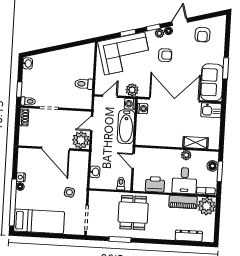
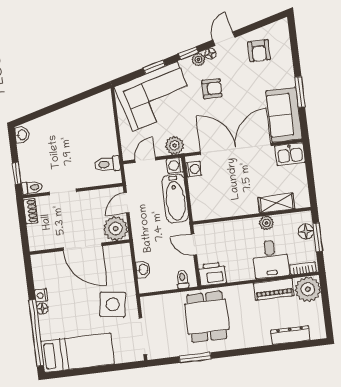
toilet: (84, 84) -> (107, 164), moved
printer: (155, 184) -> (212, 274), moved
side table: (69, 192) -> (113, 304), width x1.87, depth x1.87

